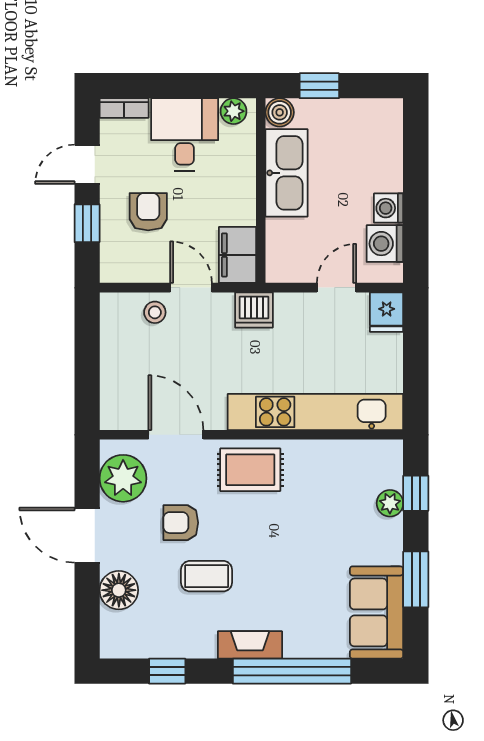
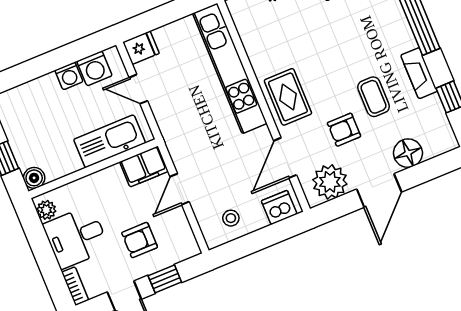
kitchen sink: (287, 173) -> (110, 141), moved
dishwasher: (254, 310) -> (279, 208), moved, turned -90
stool: (155, 312) -> (231, 218), moved
armchair: (181, 523) -> (344, 130), turned 90
fireplace: (250, 645) -> (419, 73), moved

